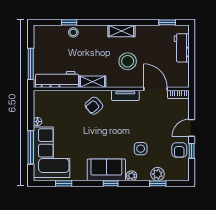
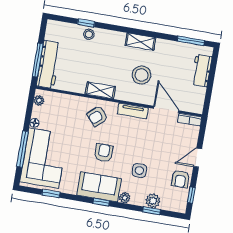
window: (167, 22) -> (191, 41), width x1.50
workbench: (57, 80) -> (49, 64), moved, turned 90
plant: (38, 100) -> (39, 100), added
armchair: (105, 138) -> (104, 153), added
window: (192, 151) -> (191, 195), moved

